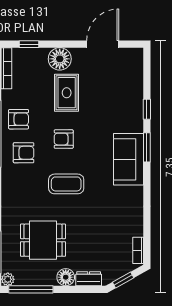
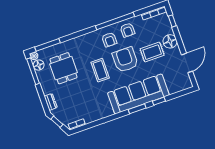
door: (103, 44) -> (187, 63), hinge flipped
armchair: (64, 139) -> (125, 60), width x1.88, depth x1.88
sofa: (129, 159) -> (138, 94), width x1.85, depth x1.27
floor lamp: (66, 277) -> (39, 65), moved

